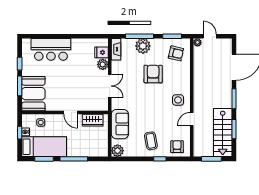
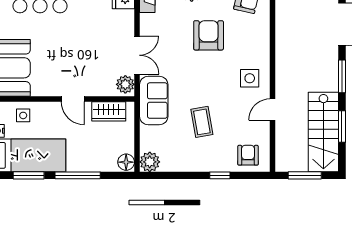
plant: (103, 64) -> (125, 84), moved
sofa: (120, 124) -> (154, 101), moved
coffee table: (151, 141) -> (202, 122), moved
floor lamp: (103, 151) -> (126, 162), added

